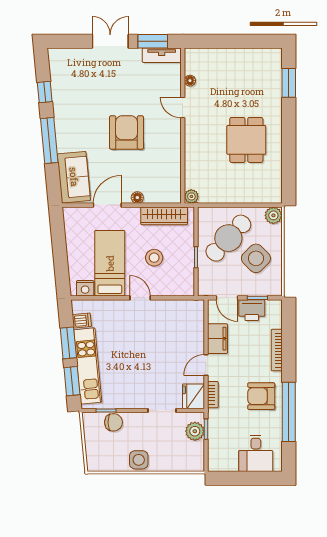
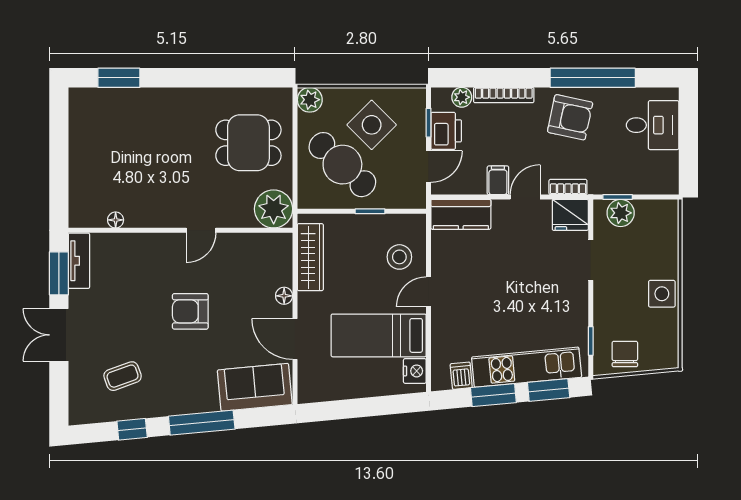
coffee table: (82, 85) -> (123, 376), added
door: (183, 108) -> (201, 230), moved
armchair: (126, 132) -> (190, 311), width x0.73, depth x0.73
dining table: (246, 140) -> (248, 143), moved
plant: (191, 196) -> (274, 209), width x1.87, depth x1.87
stool: (154, 258) -> (399, 257), moved
kitchen counter: (194, 320) -> (461, 214), added
plant: (275, 321) -> (462, 97), added
filing cabinet: (217, 339) -> (498, 180), width x0.50
door: (206, 365) -> (525, 197), swing flipped
armchair: (261, 396) -> (570, 117), turned -78
chair: (114, 422) -> (625, 354), moved

